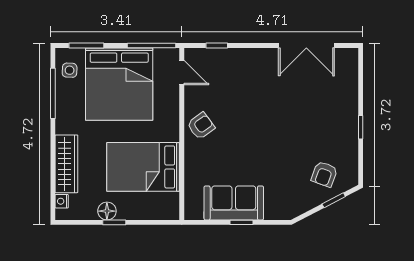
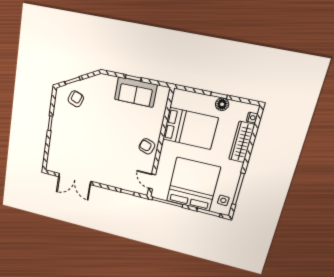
double door: (306, 45) -> (75, 179), swing flipped
armchair: (201, 126) -> (147, 146), turned 54

